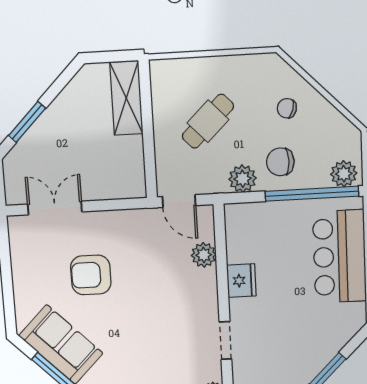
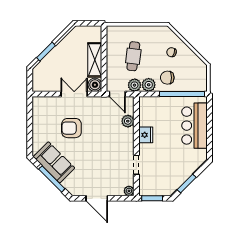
shelving: (126, 98) -> (95, 60), moved
cafe table: (208, 121) -> (133, 56), turned -39
plant: (344, 174) -> (135, 85), moved
boiler: (132, 185) -> (95, 85), added
double door: (55, 208) -> (74, 94), moved

